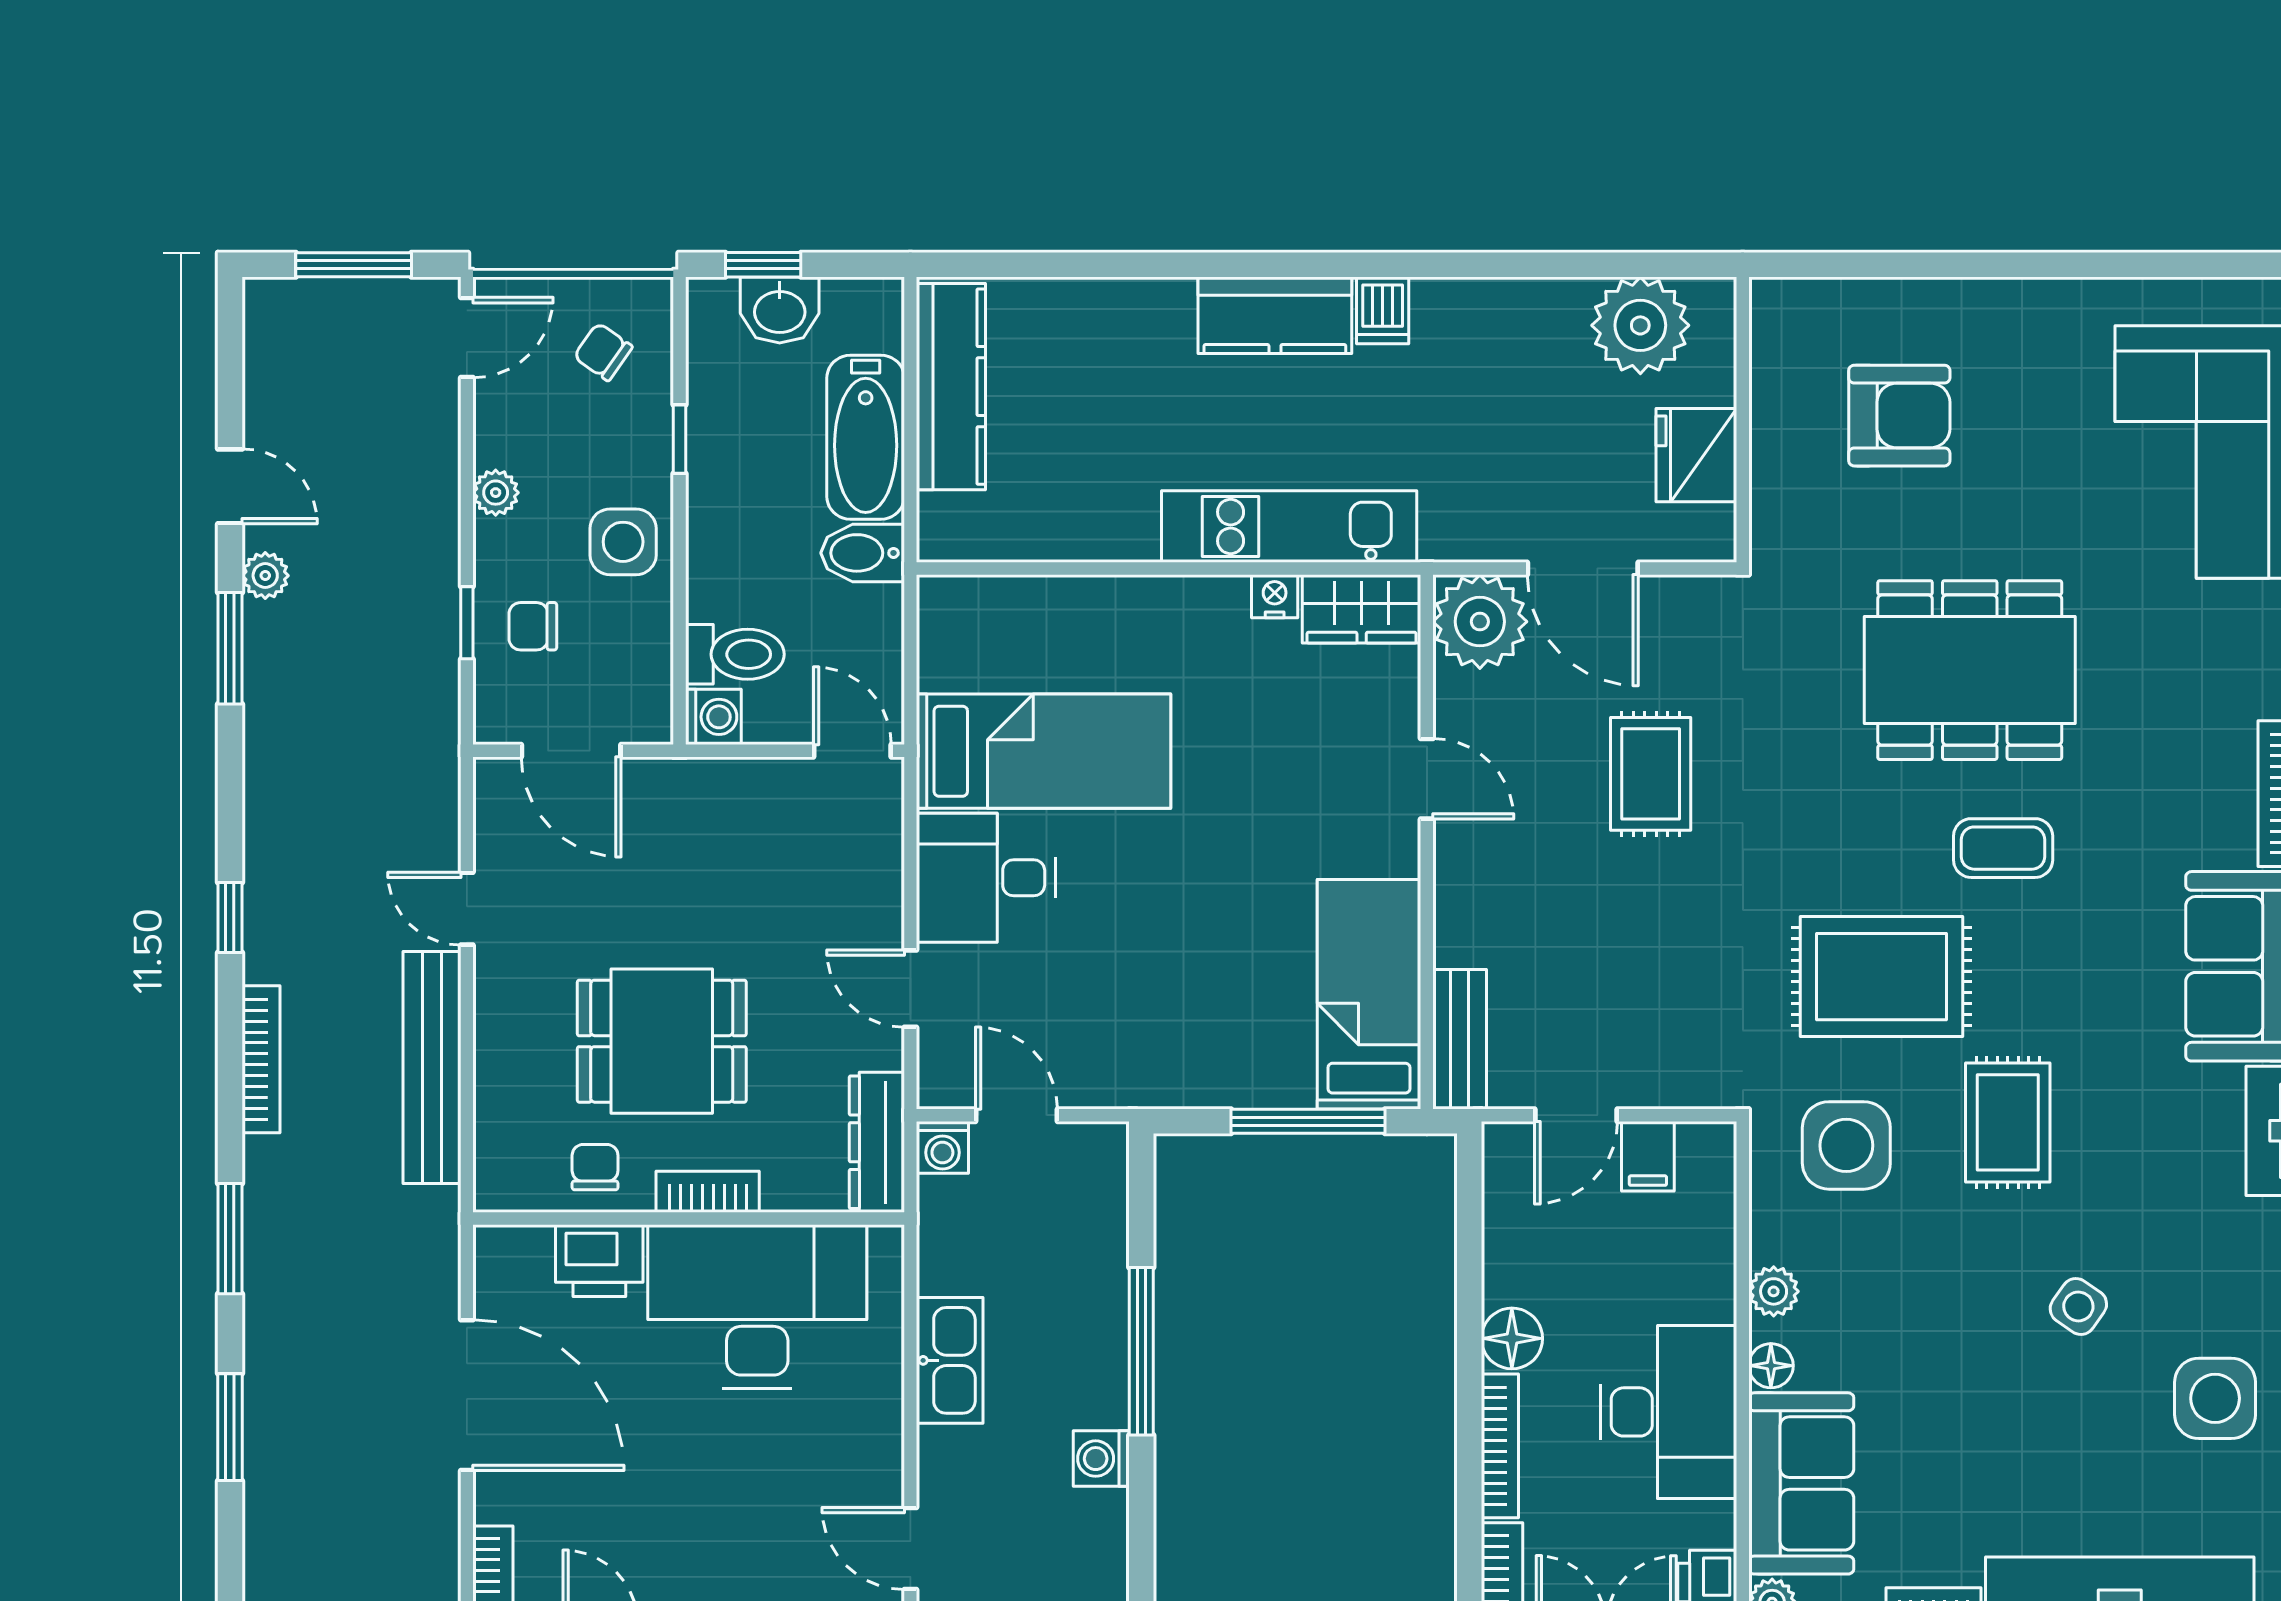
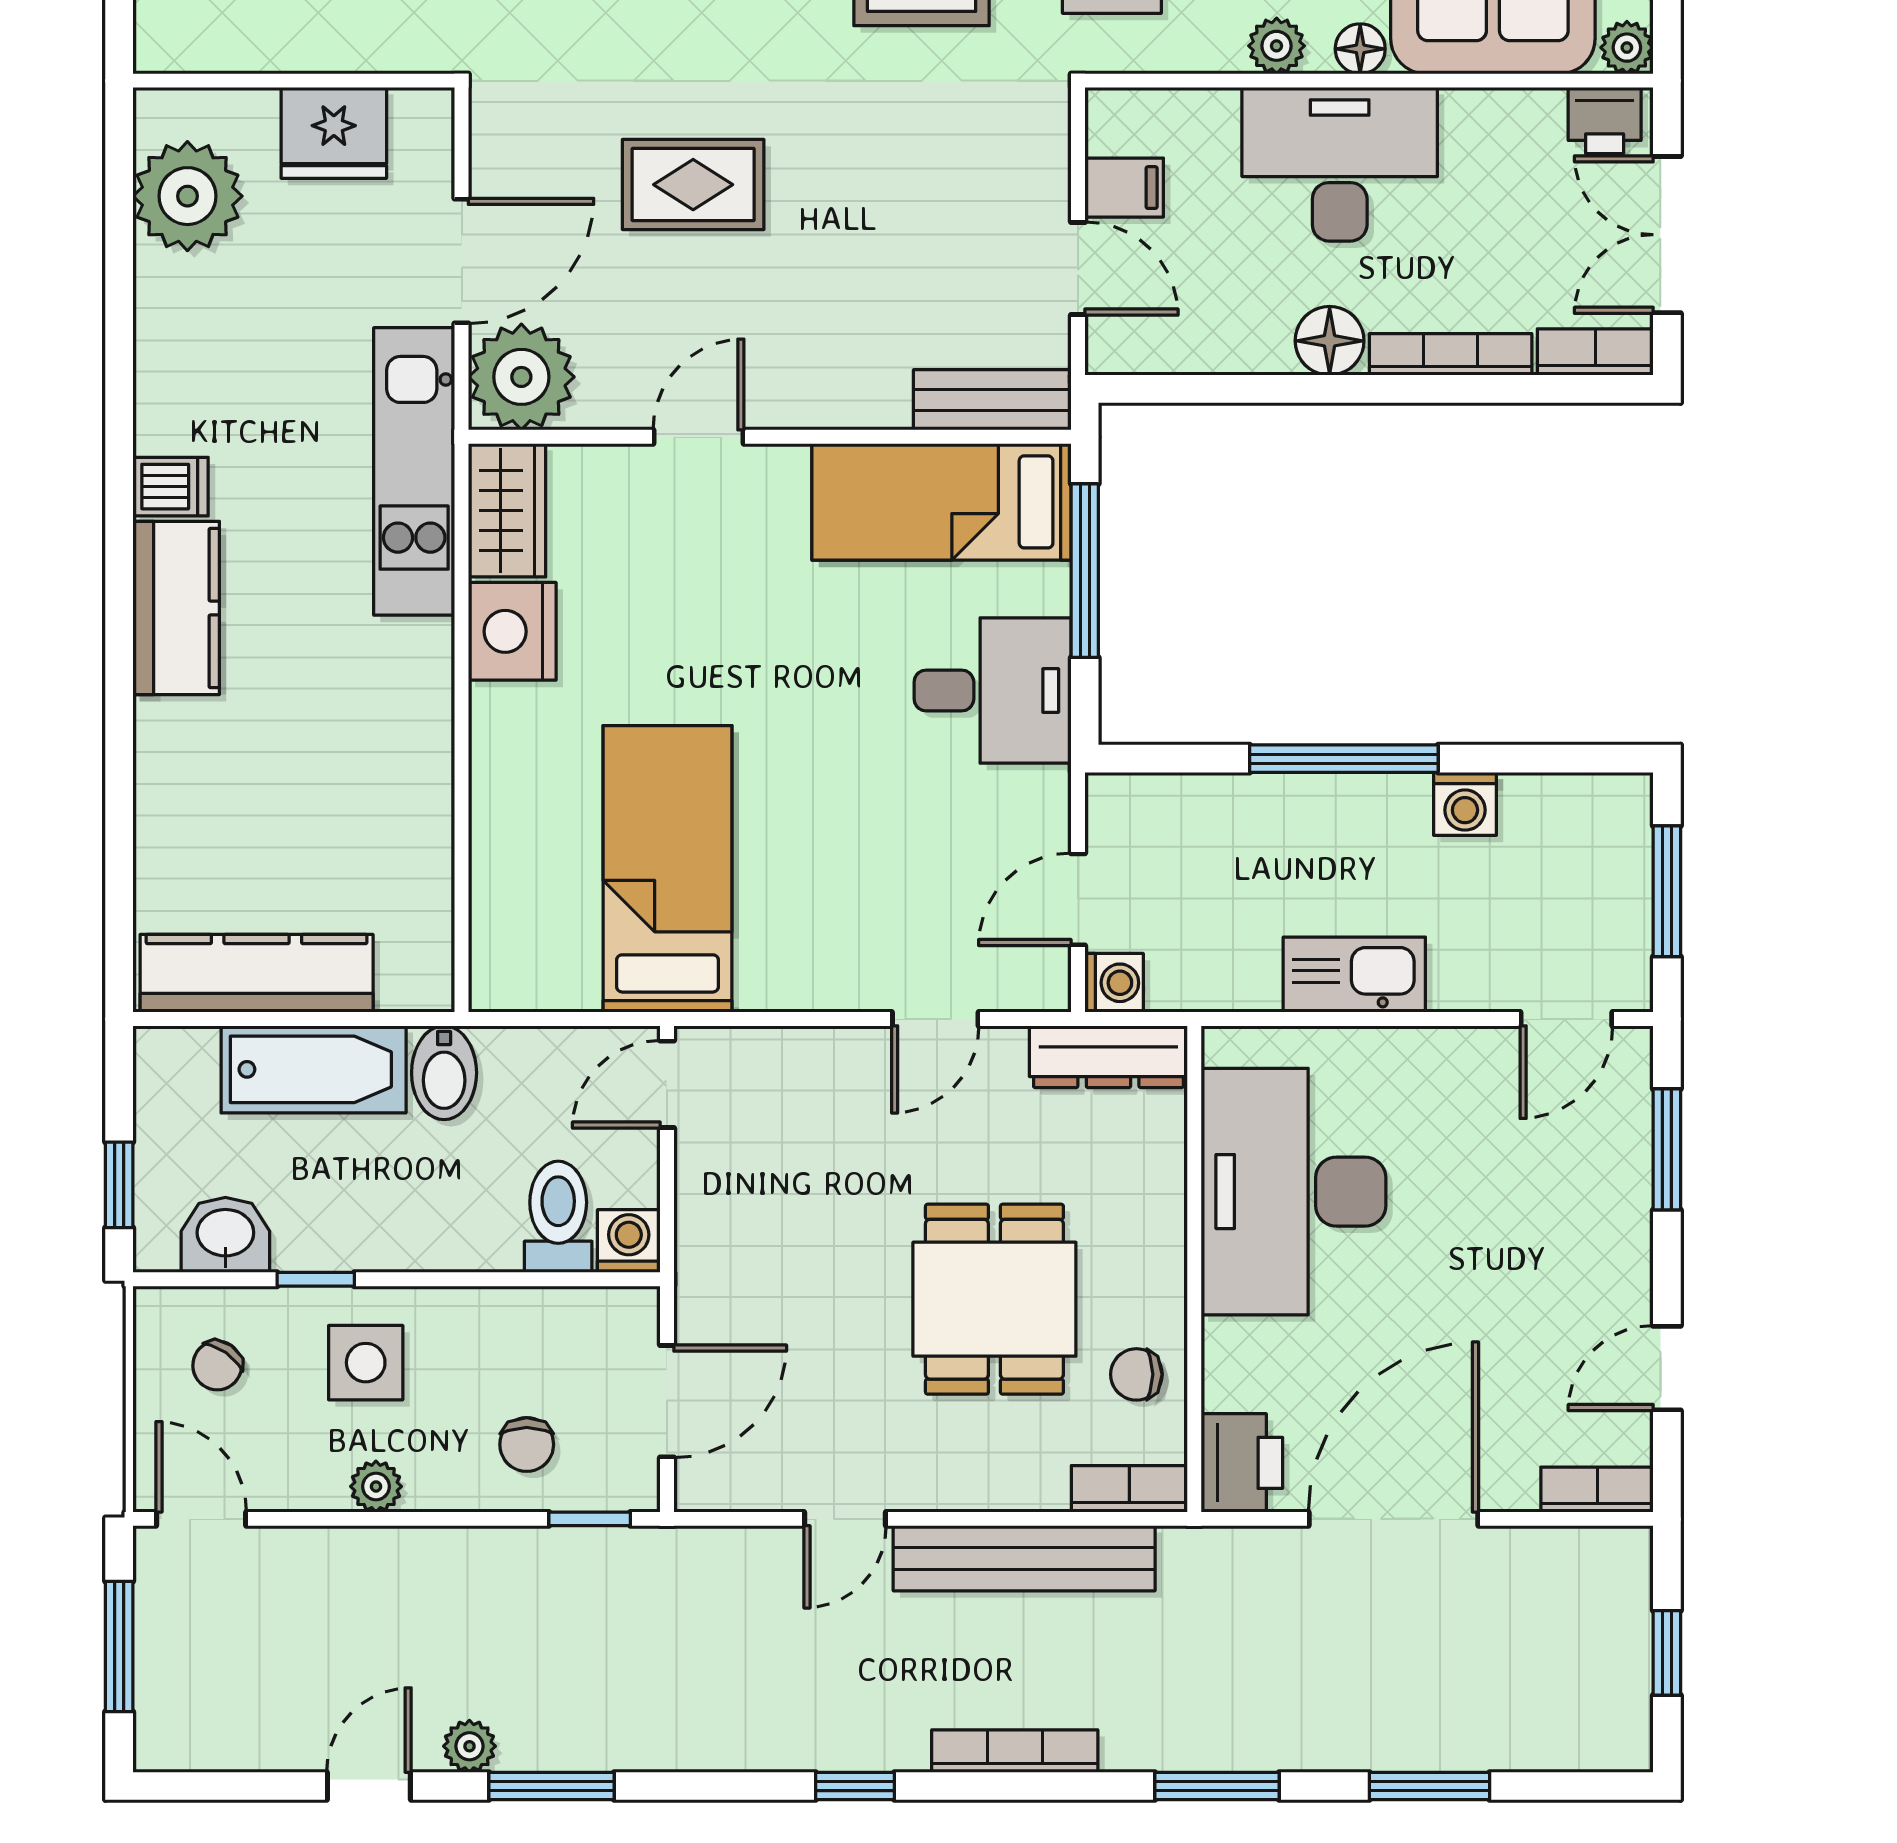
washbasin: (780, 310) -> (225, 1235), moved, turned -90
kitchen unit: (1289, 526) -> (414, 471), moved
side table: (623, 542) -> (366, 1363), moved
nightstand: (1275, 596) -> (512, 631), width x1.89, depth x1.79
window: (467, 623) -> (590, 1519), moved
desk: (986, 878) -> (993, 690), moved, turned -90
bookcase: (708, 1192) -> (1129, 1489), moved, turned 90
printer: (599, 1261) -> (1242, 1463), moved
desk: (1669, 1412) -> (1340, 164), moved

